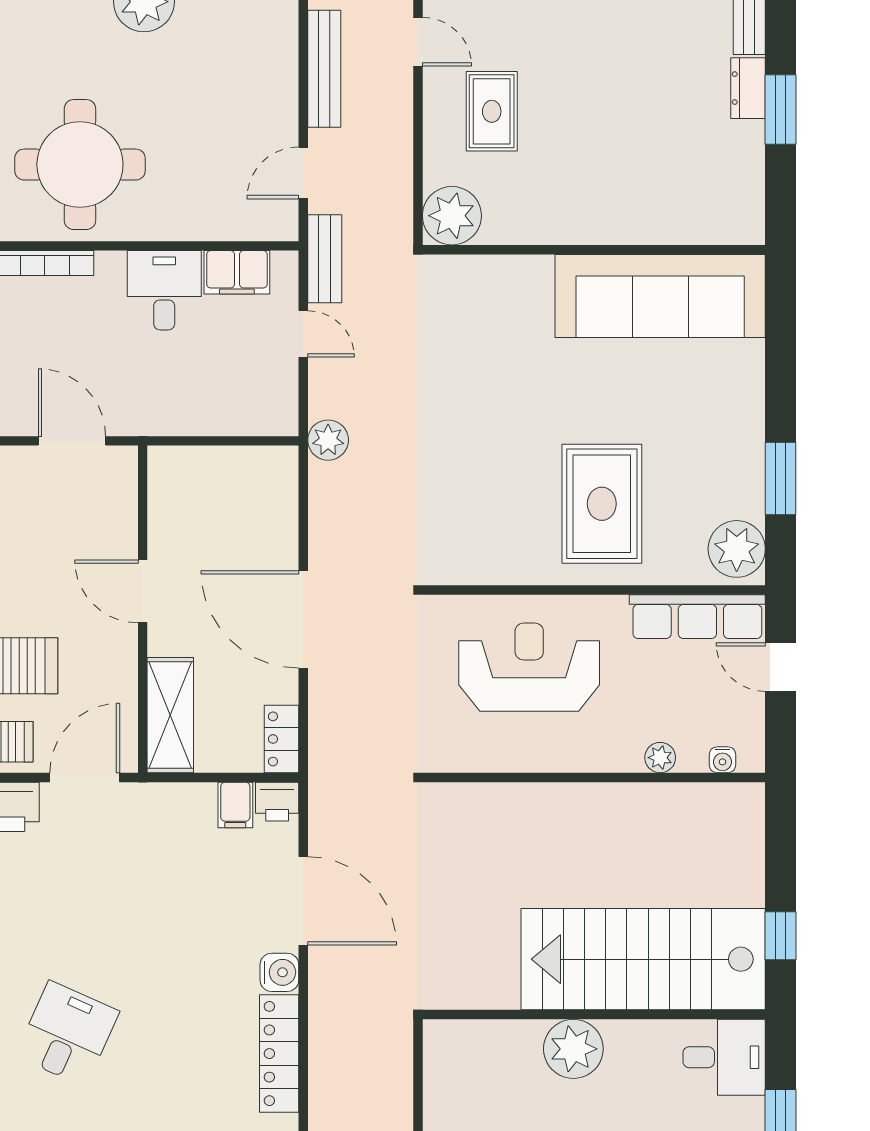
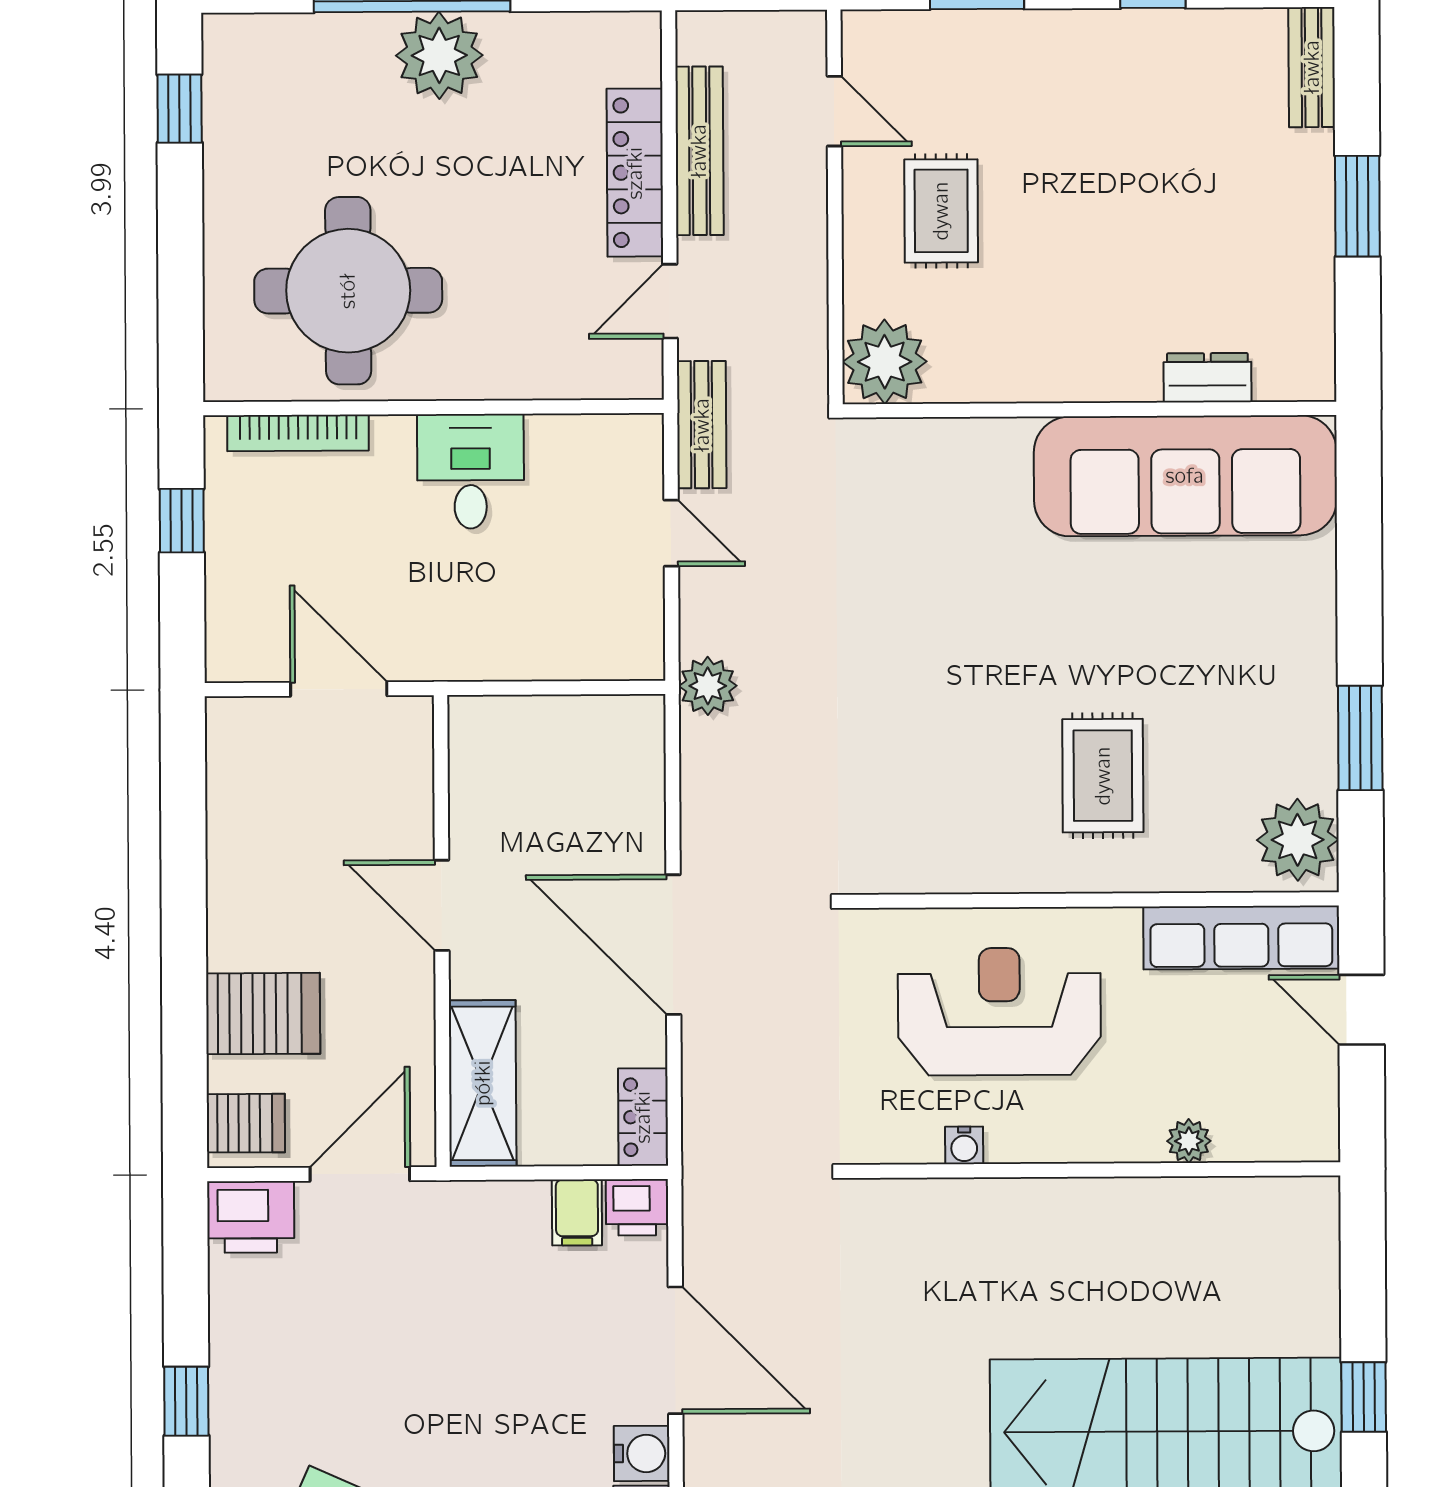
locker: (279, 84) -> (635, 173), added
dresser: (748, 88) -> (1207, 378), moved, turned 90
filing cabinet: (237, 272) -> (575, 445), removed
rug: (602, 504) -> (1103, 776), width x0.73, depth x0.70
water cooler: (722, 760) -> (964, 1145), moved

